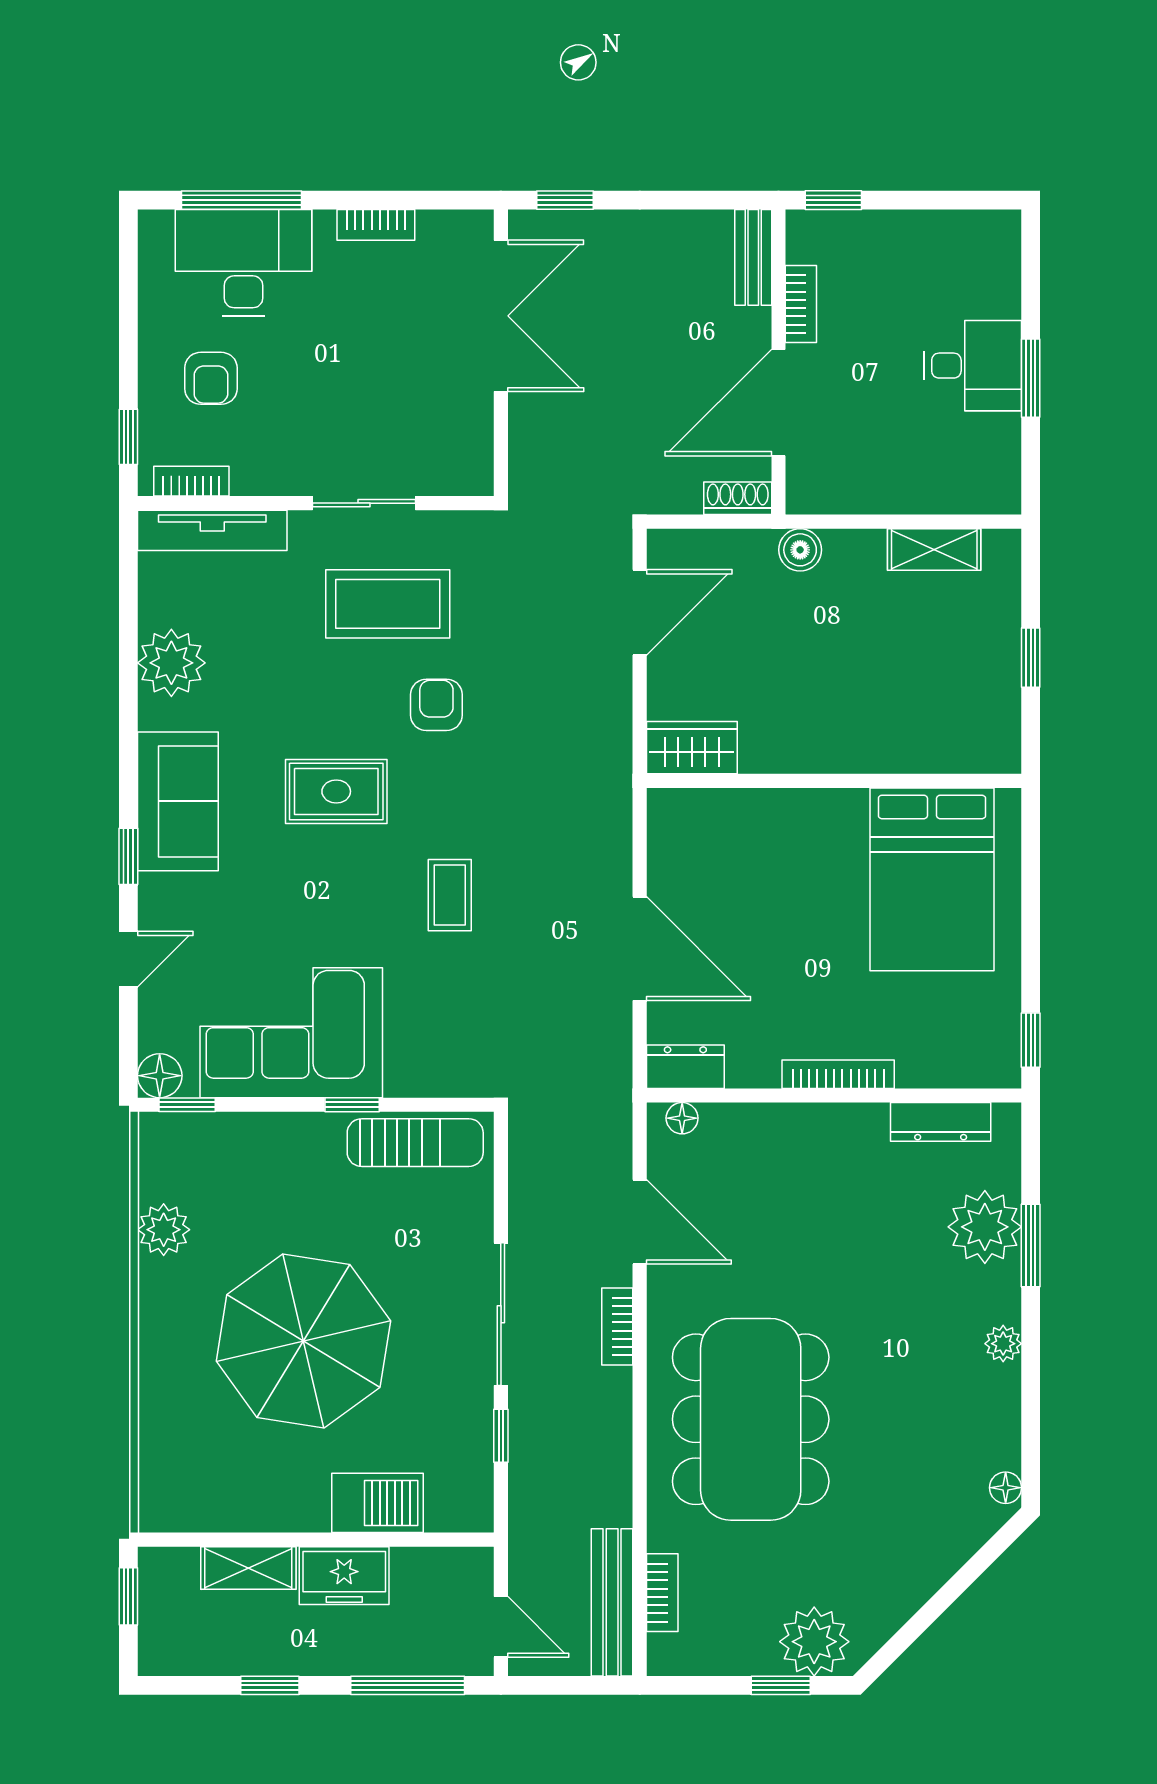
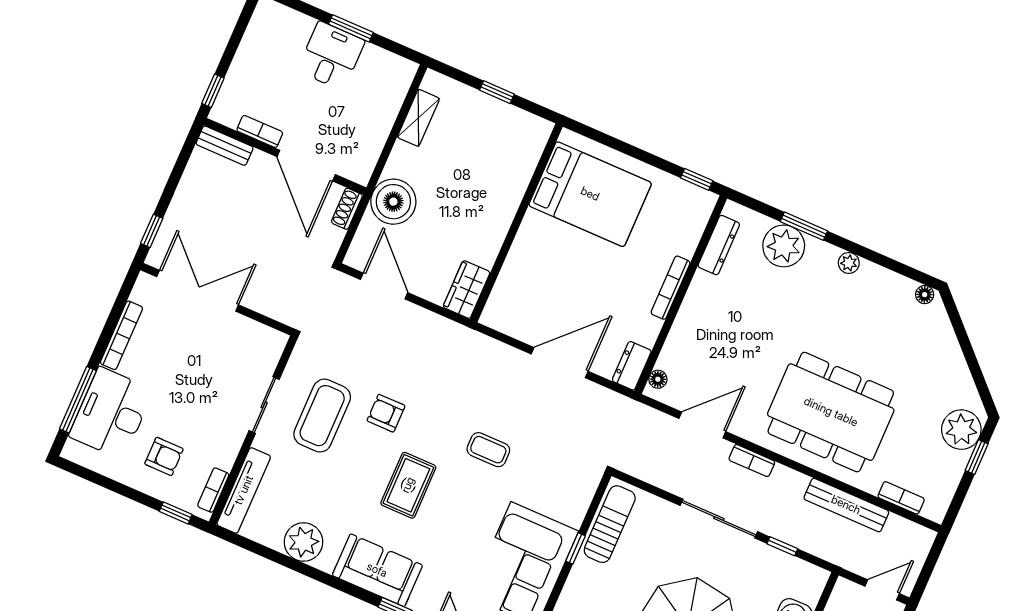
bookcase: (376, 225) -> (121, 335), width x1.56
boiler: (800, 550) -> (393, 202), width x1.86, depth x1.86
bench: (612, 1602) -> (846, 505), moved

